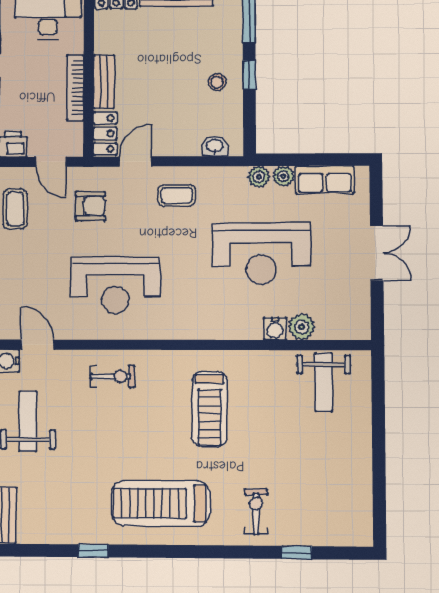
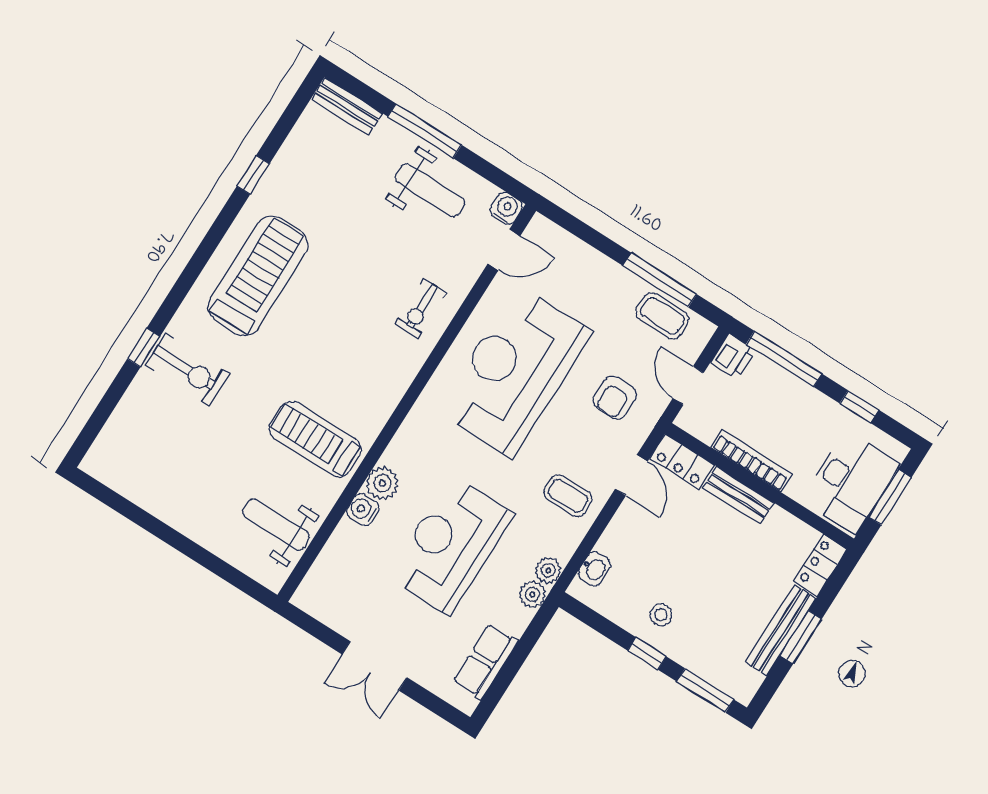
door: (51, 162) -> (688, 385), hinge flipped
plant: (283, 176) -> (548, 570), moved
coffee table: (177, 195) -> (568, 496), turned 90
reception desk: (115, 285) -> (514, 371), width x1.36, depth x1.30
plant: (302, 327) -> (382, 483), moved
treadmill: (210, 409) -> (315, 439), moved
exercise bike: (256, 512) -> (187, 370), width x1.38, depth x1.39
window: (297, 553) -> (144, 348), moved

